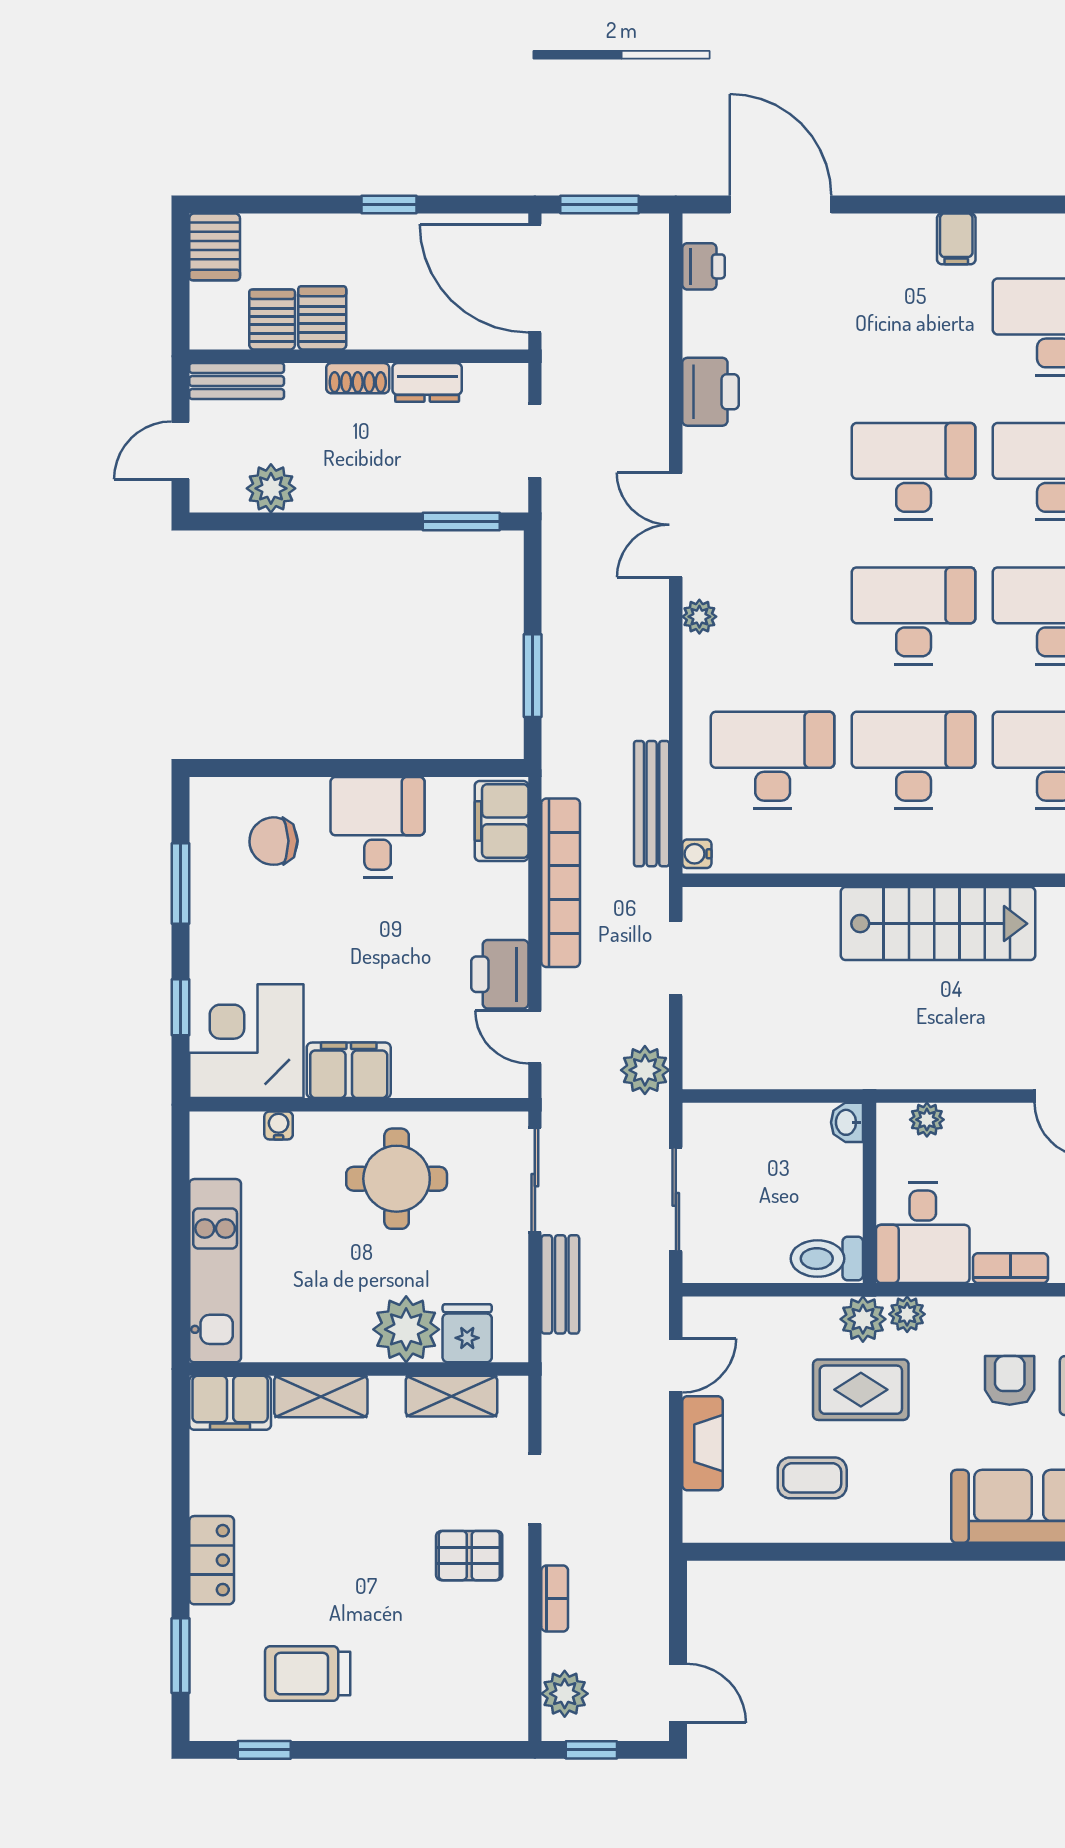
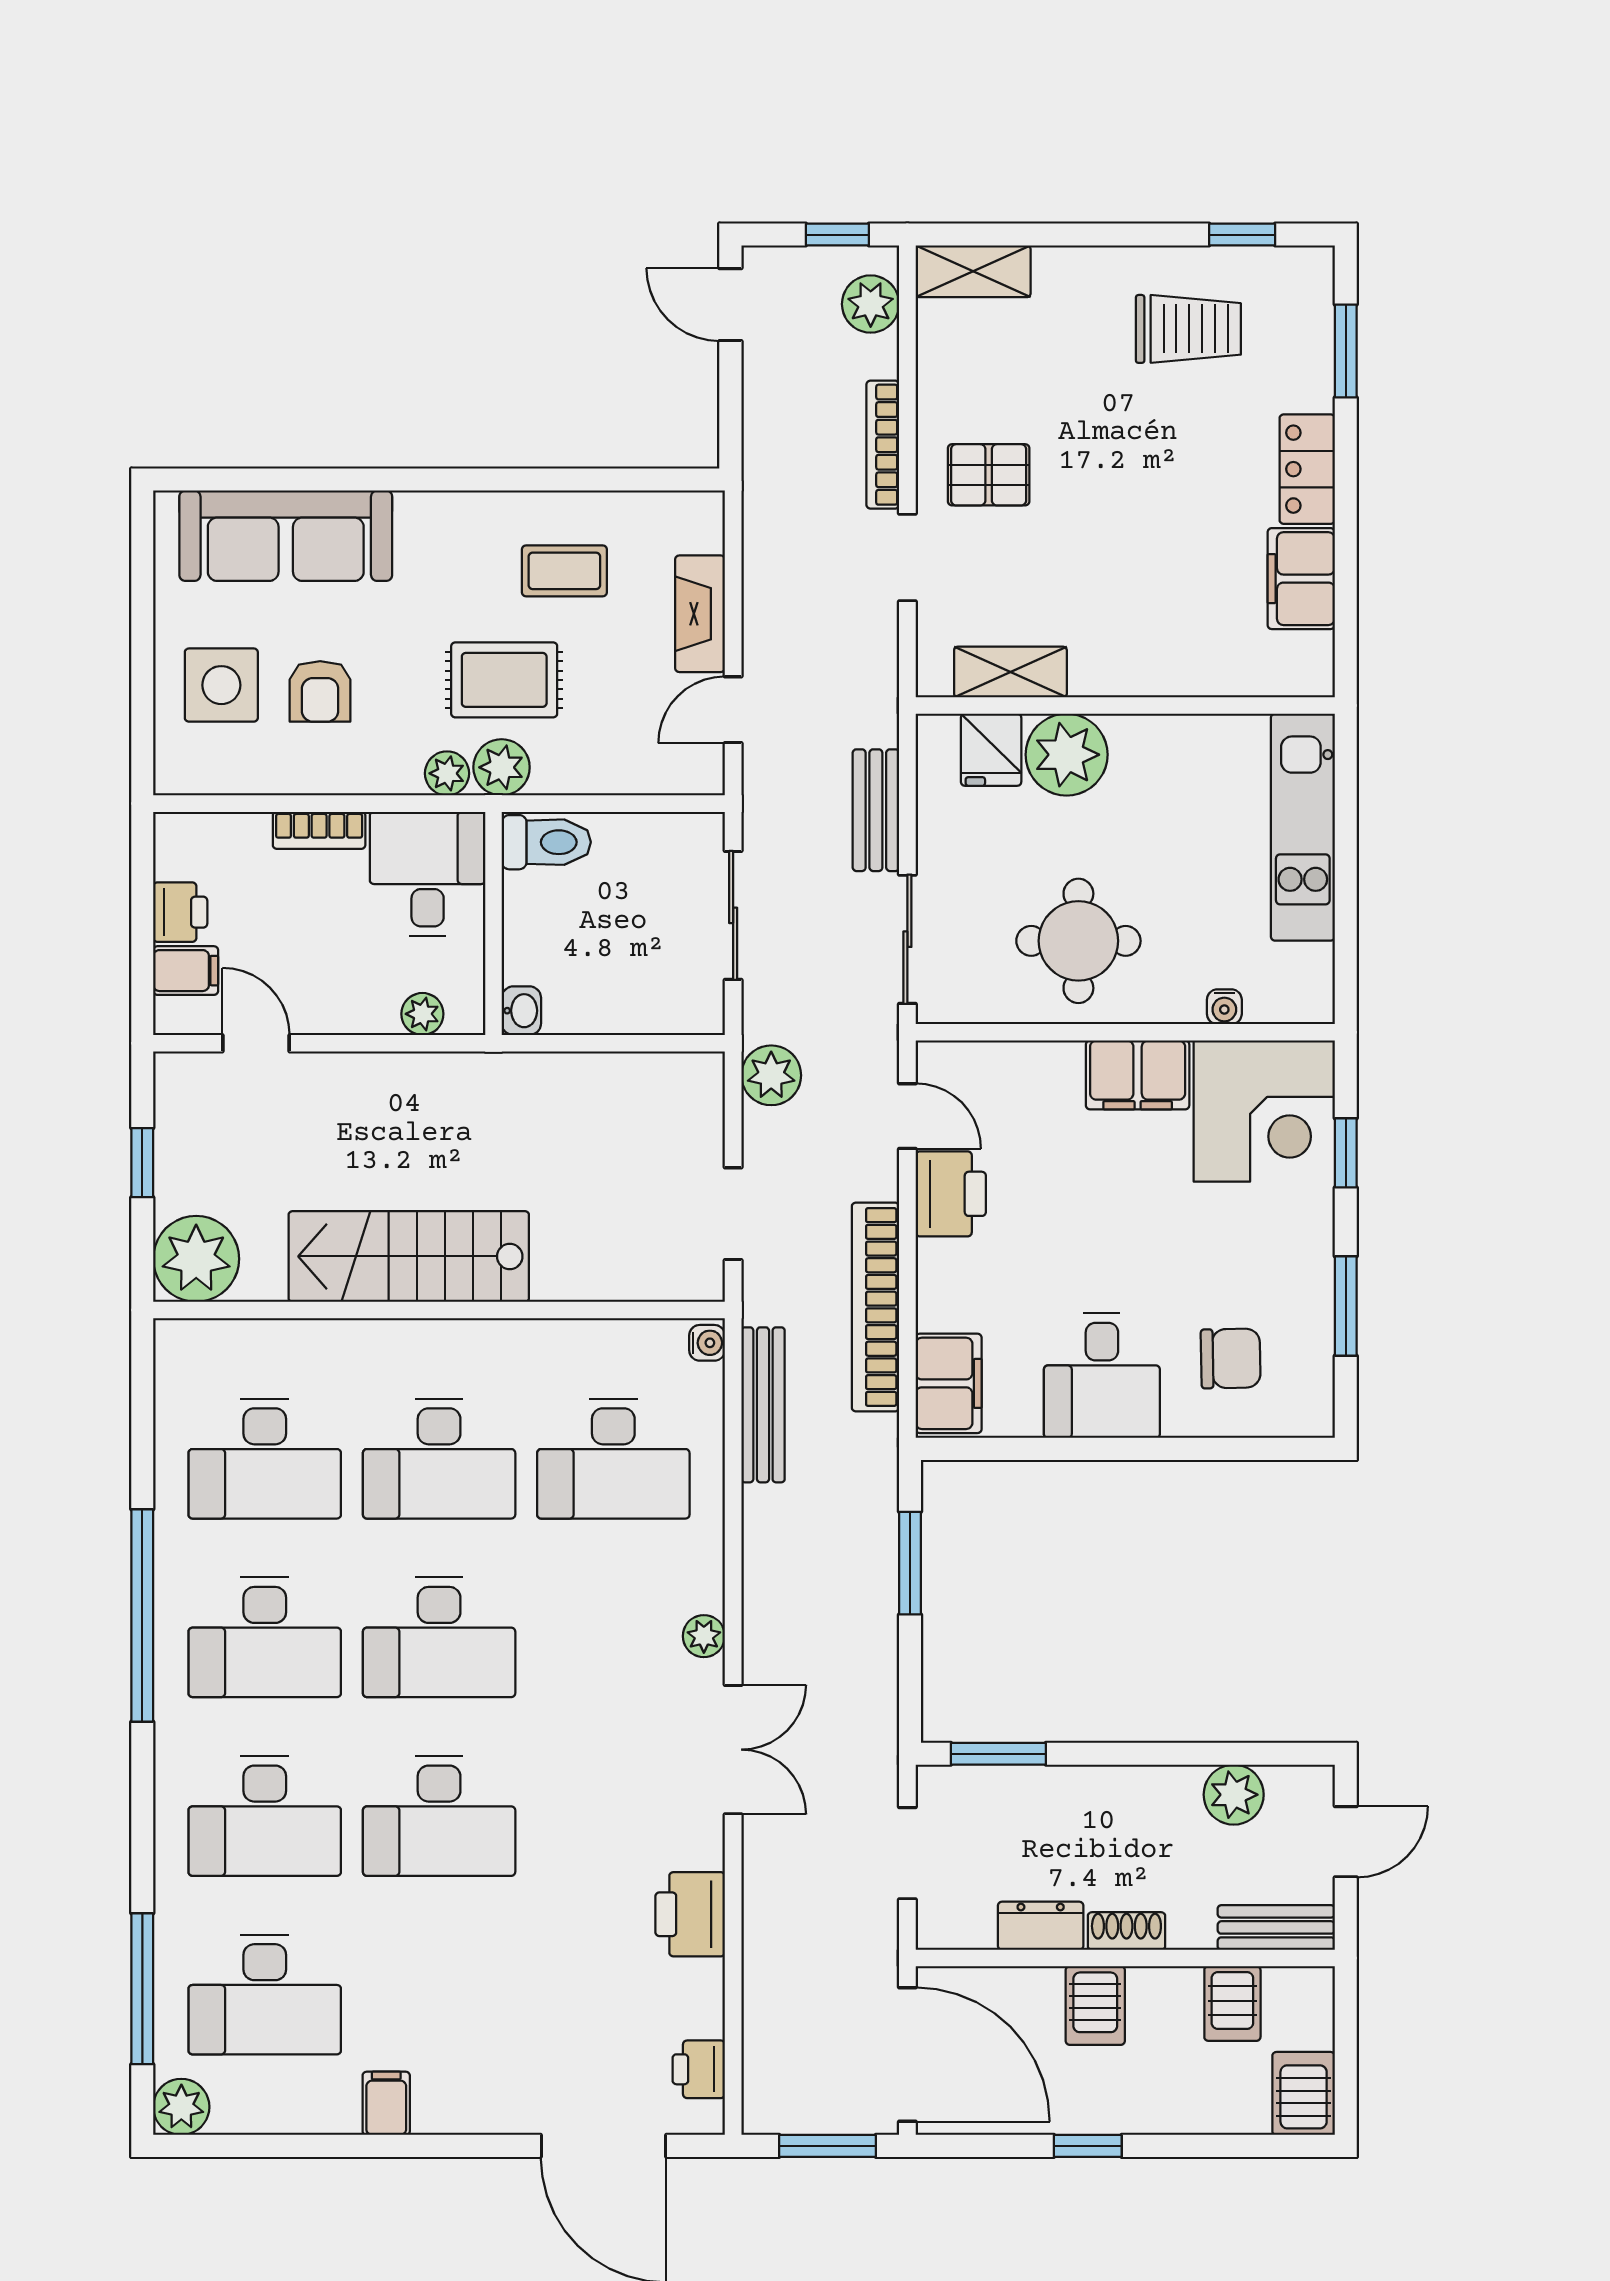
server rack: (322, 318) -> (1095, 2006), moved
shelving: (321, 1397) -> (973, 271), moved
filing cabinet: (230, 1403) -> (1301, 579), moved, turned -90
bookcase: (555, 1599) -> (883, 445), width x1.56

